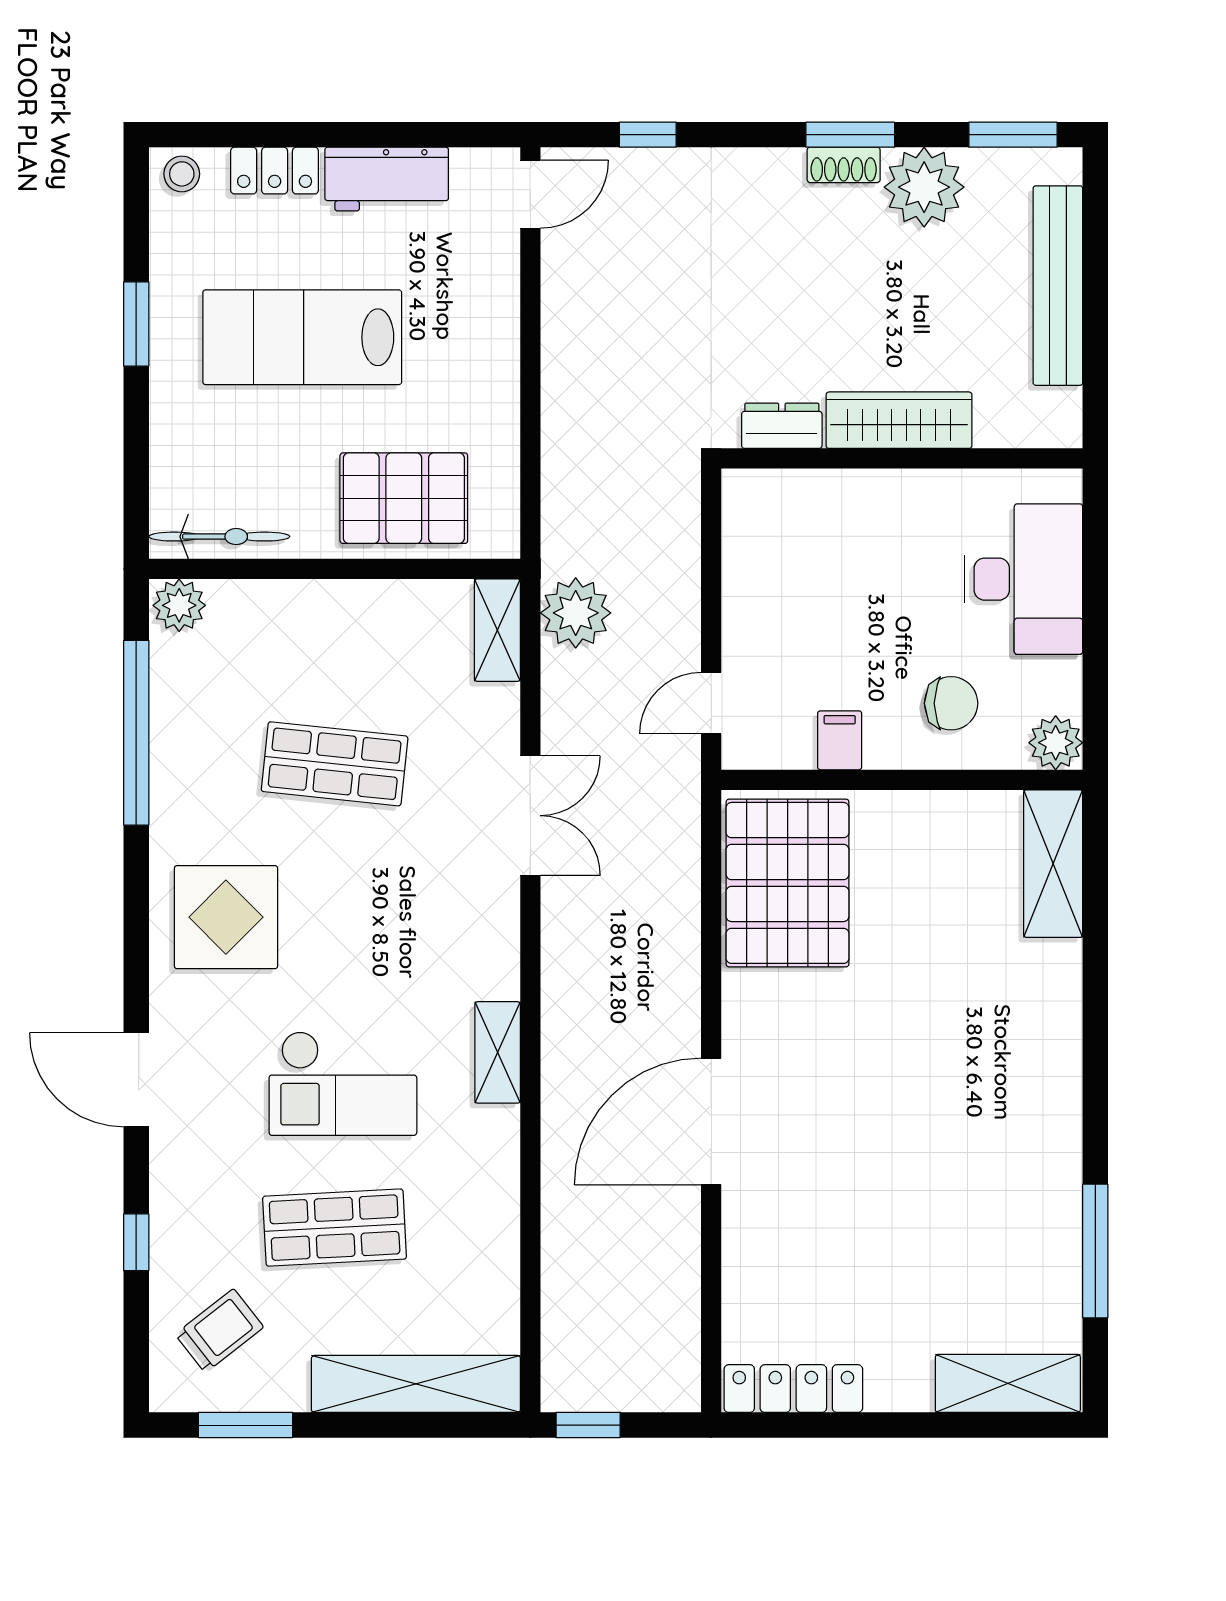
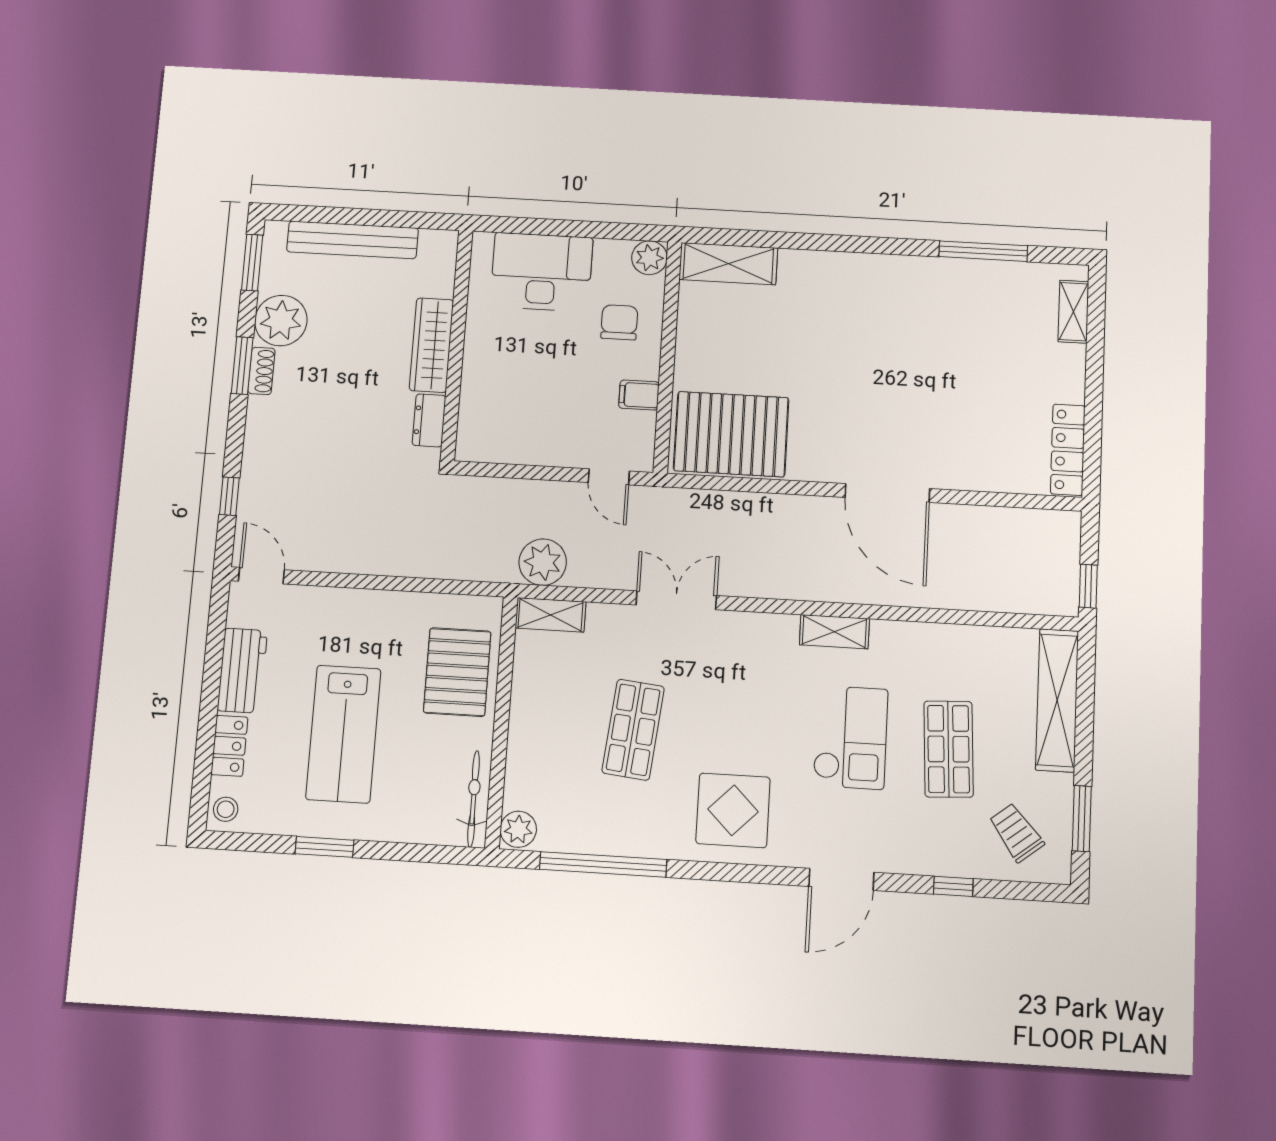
shelving: (1008, 1383) -> (1073, 312), width x0.67, depth x0.75

